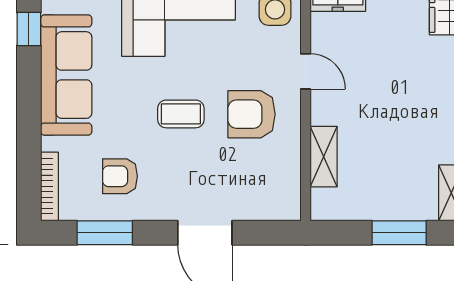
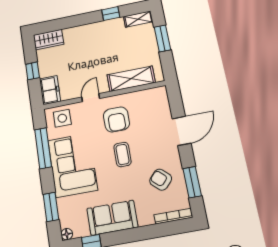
sofa: (66, 75) -> (112, 218), width x0.73
shelving: (324, 157) -> (131, 79), width x1.50, depth x1.33
armchair: (120, 176) -> (161, 180), turned 133

